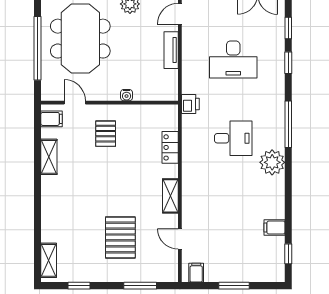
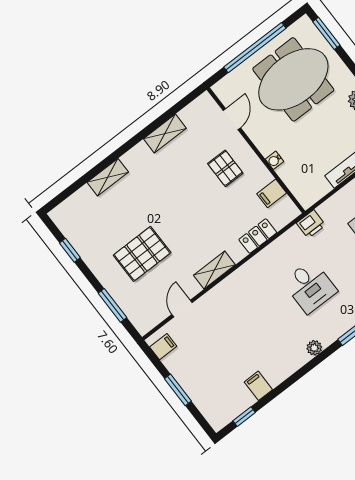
filing cabinet: (52, 119) -> (272, 193), moved, turned 90
pallet: (106, 134) -> (225, 168), turned 90
plant: (272, 162) -> (314, 348), width x0.53, depth x0.53
shelving: (49, 260) -> (108, 177), moved

